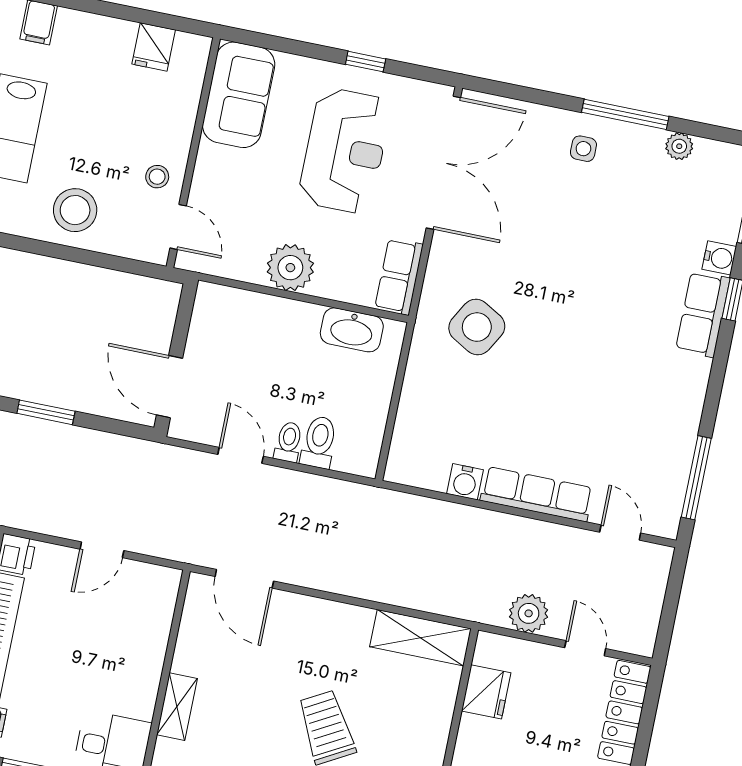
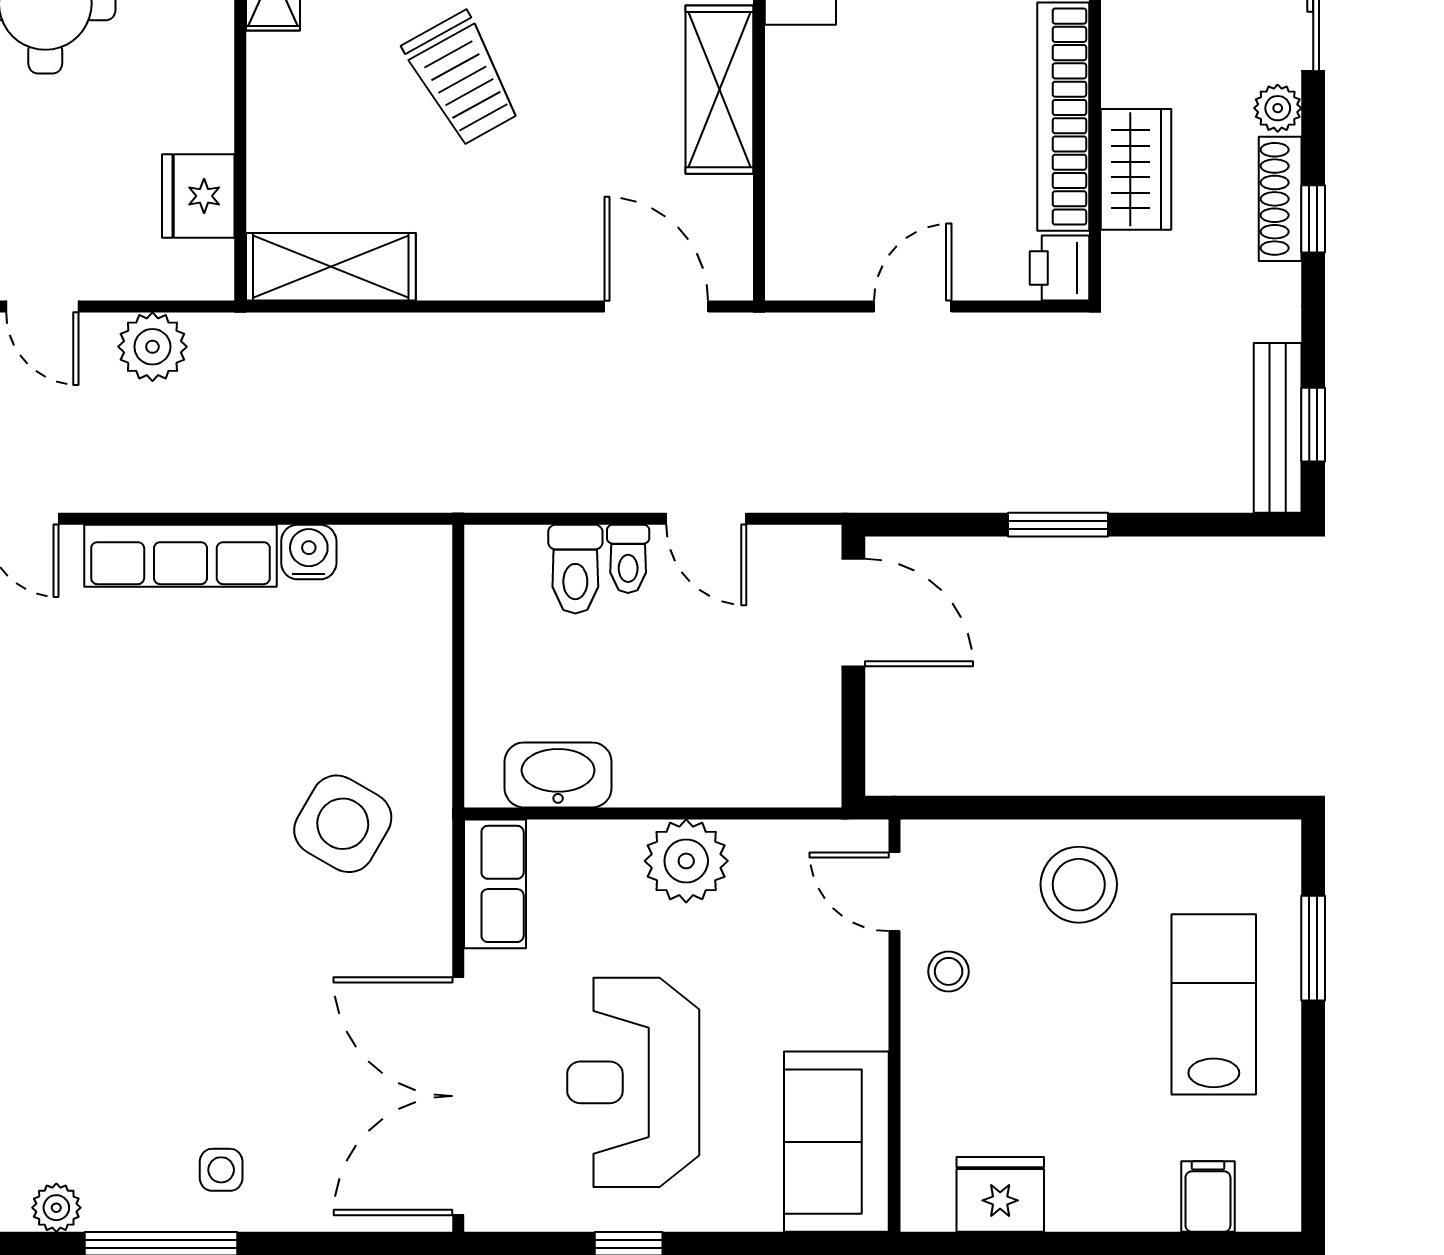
fridge: (154, 47) -> (1000, 1194), width x1.38
shelving: (177, 707) -> (719, 90), width x1.50, depth x1.33

